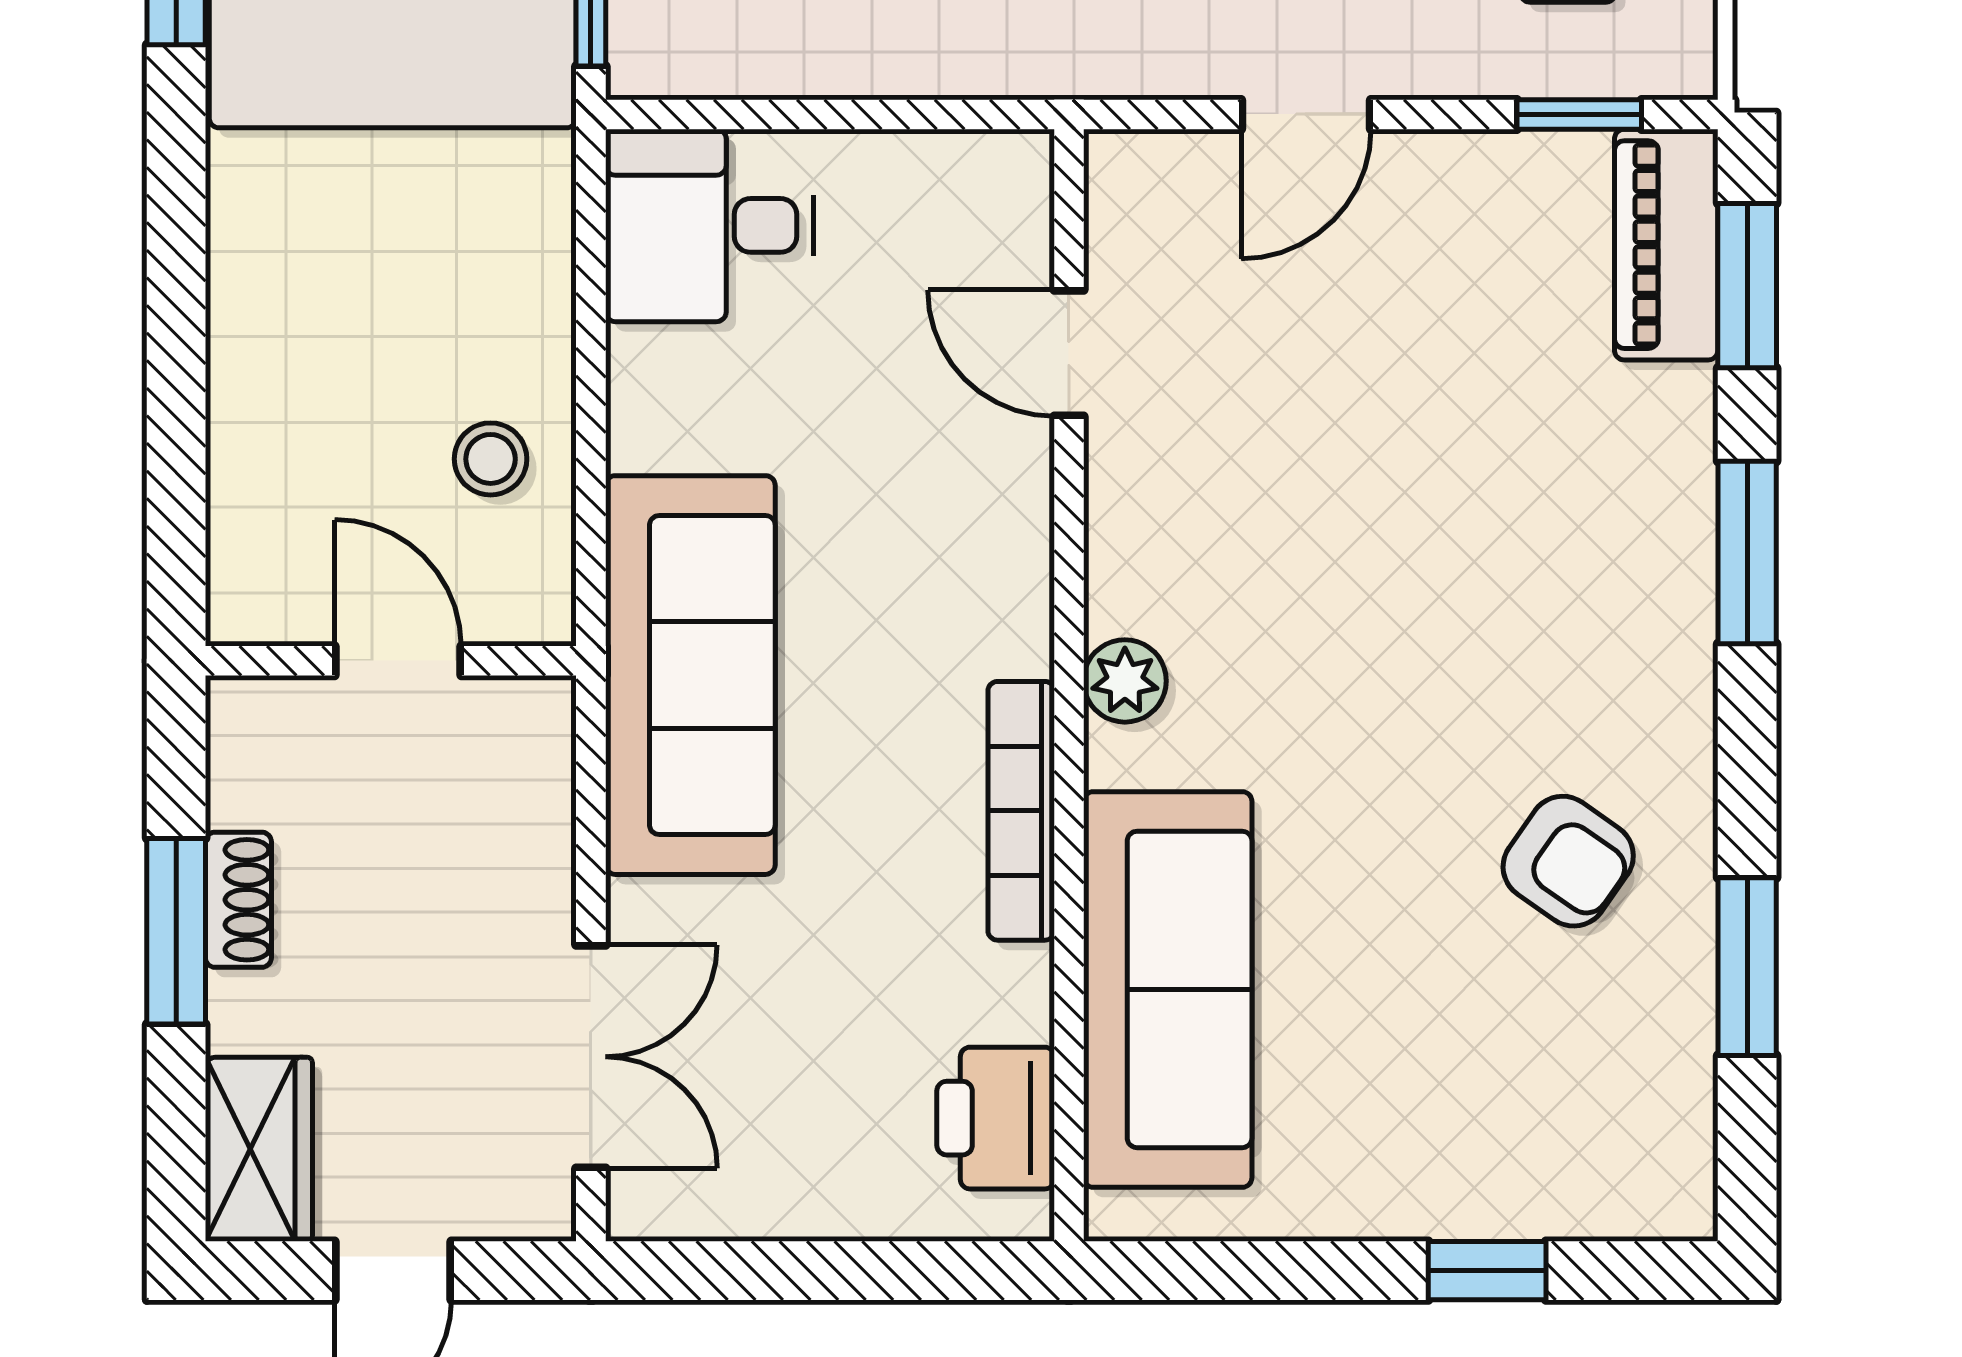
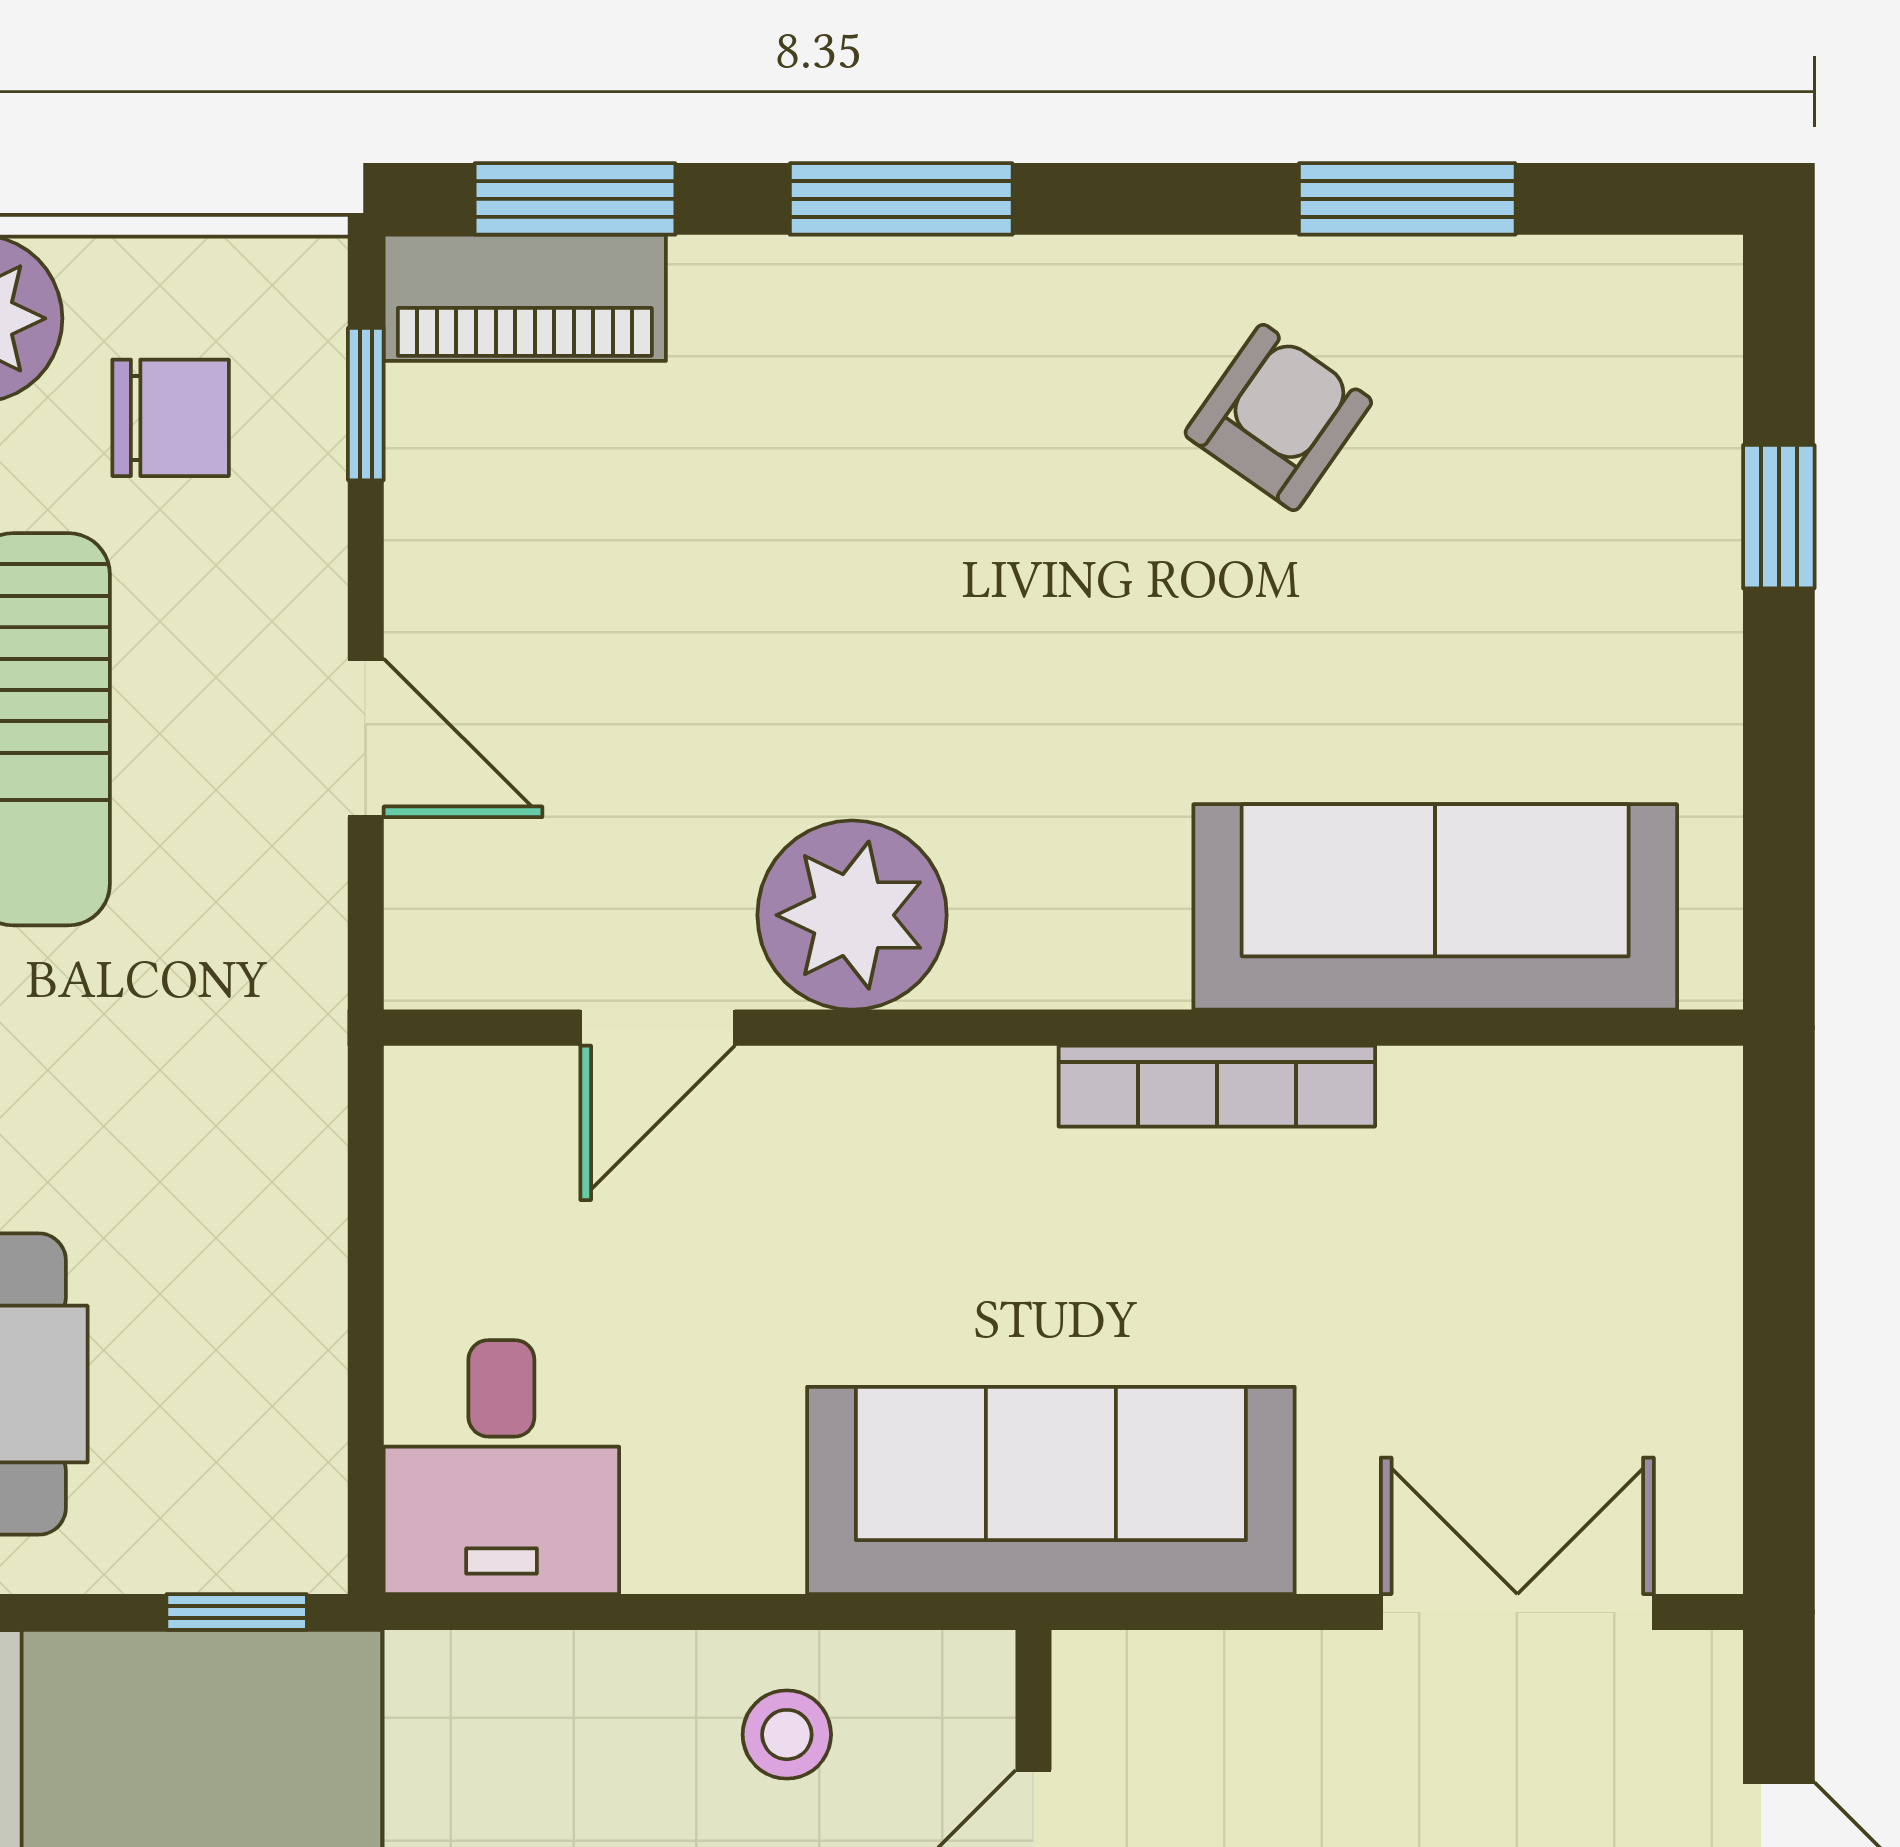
plant: (1125, 681) -> (852, 915), moved, width x1.88, depth x1.88
printer: (996, 1118) -> (1592, 1117), removed

